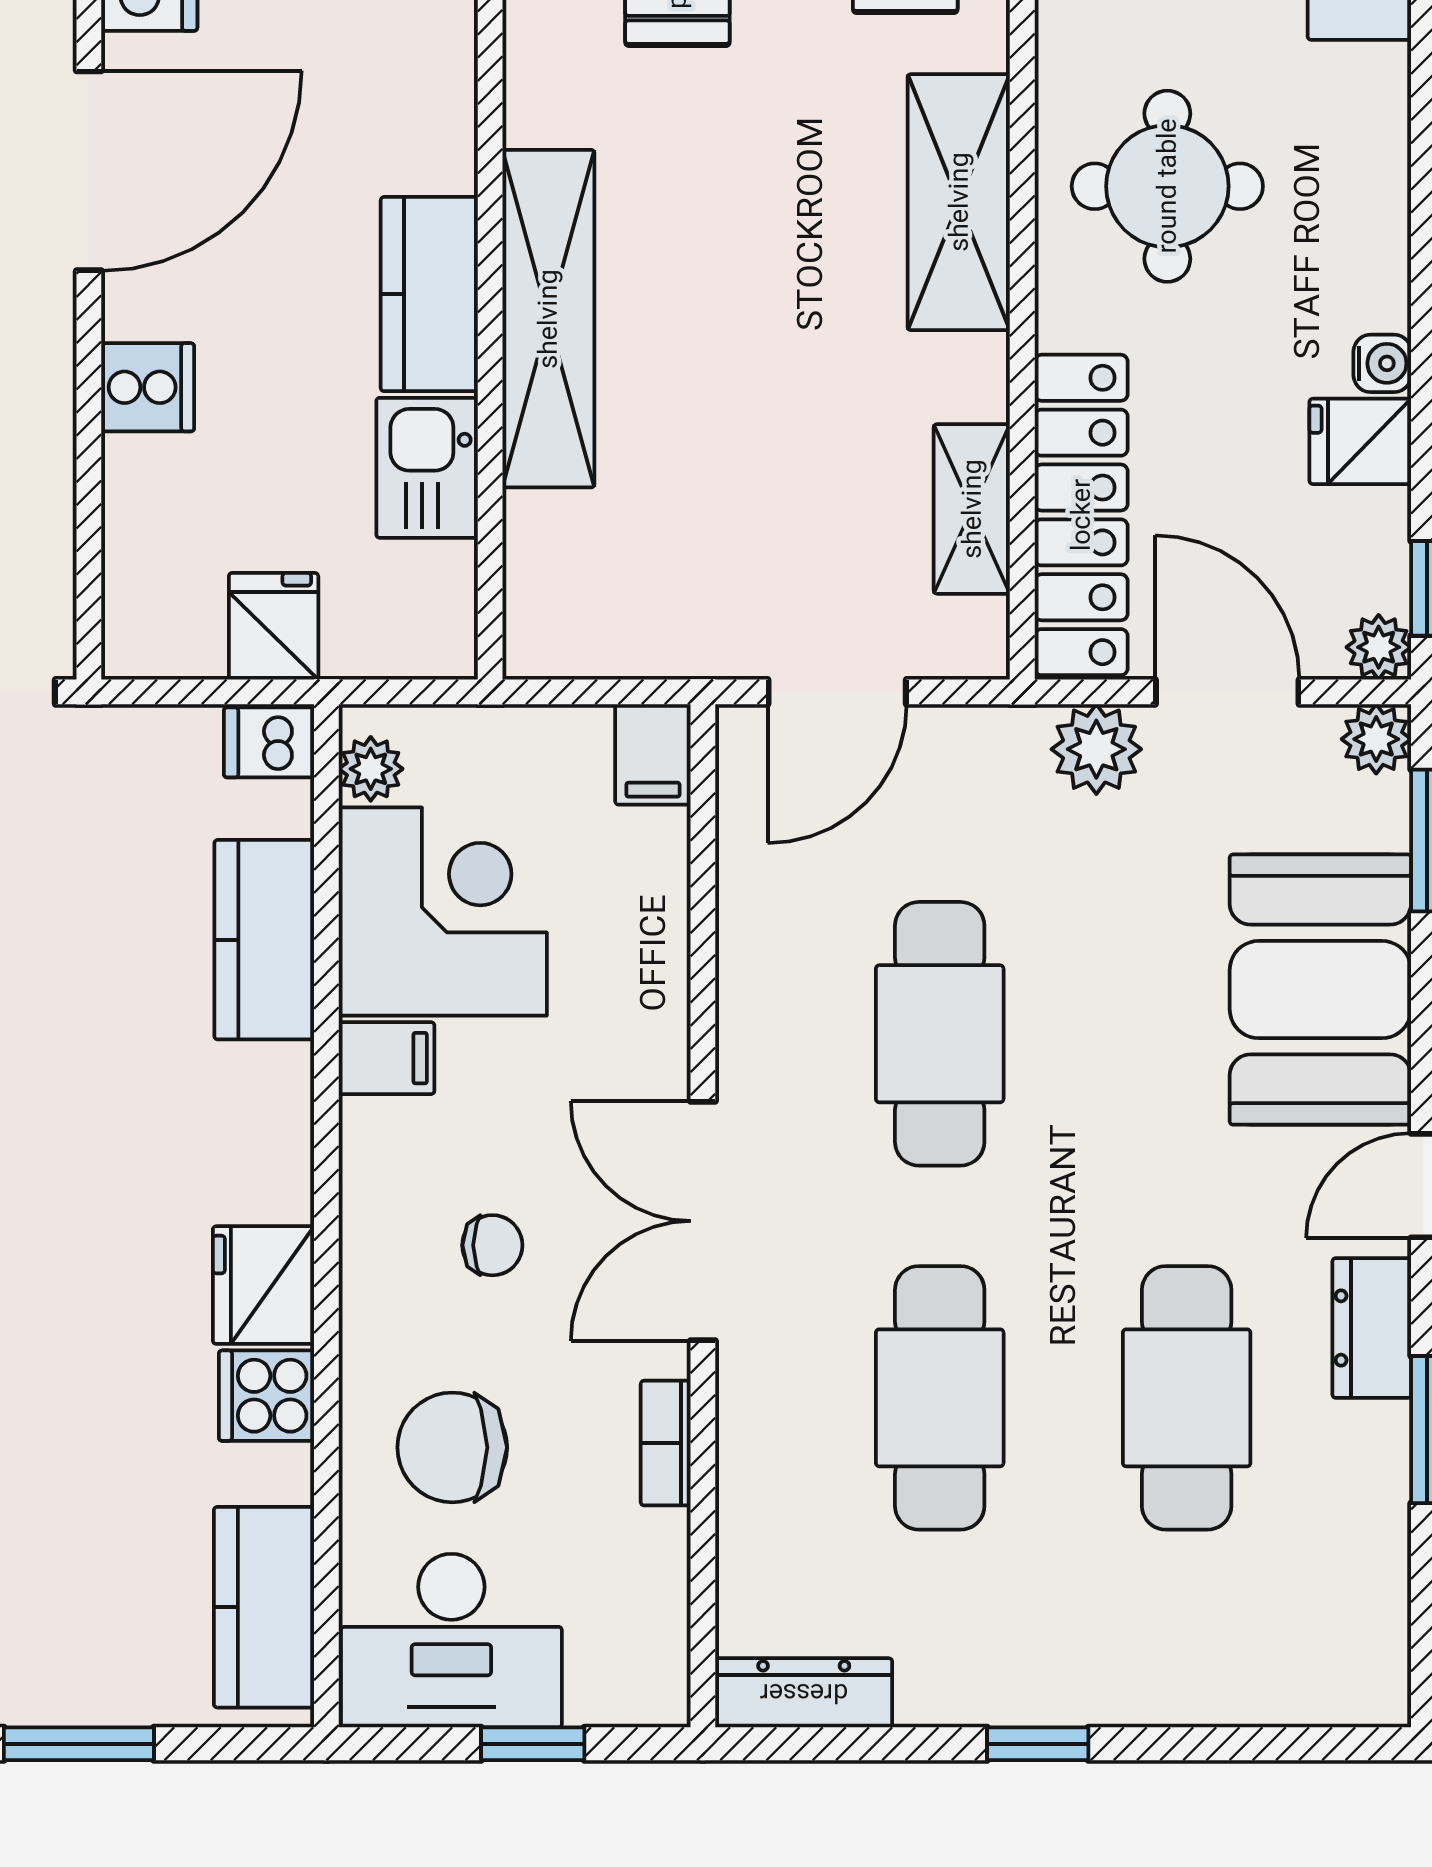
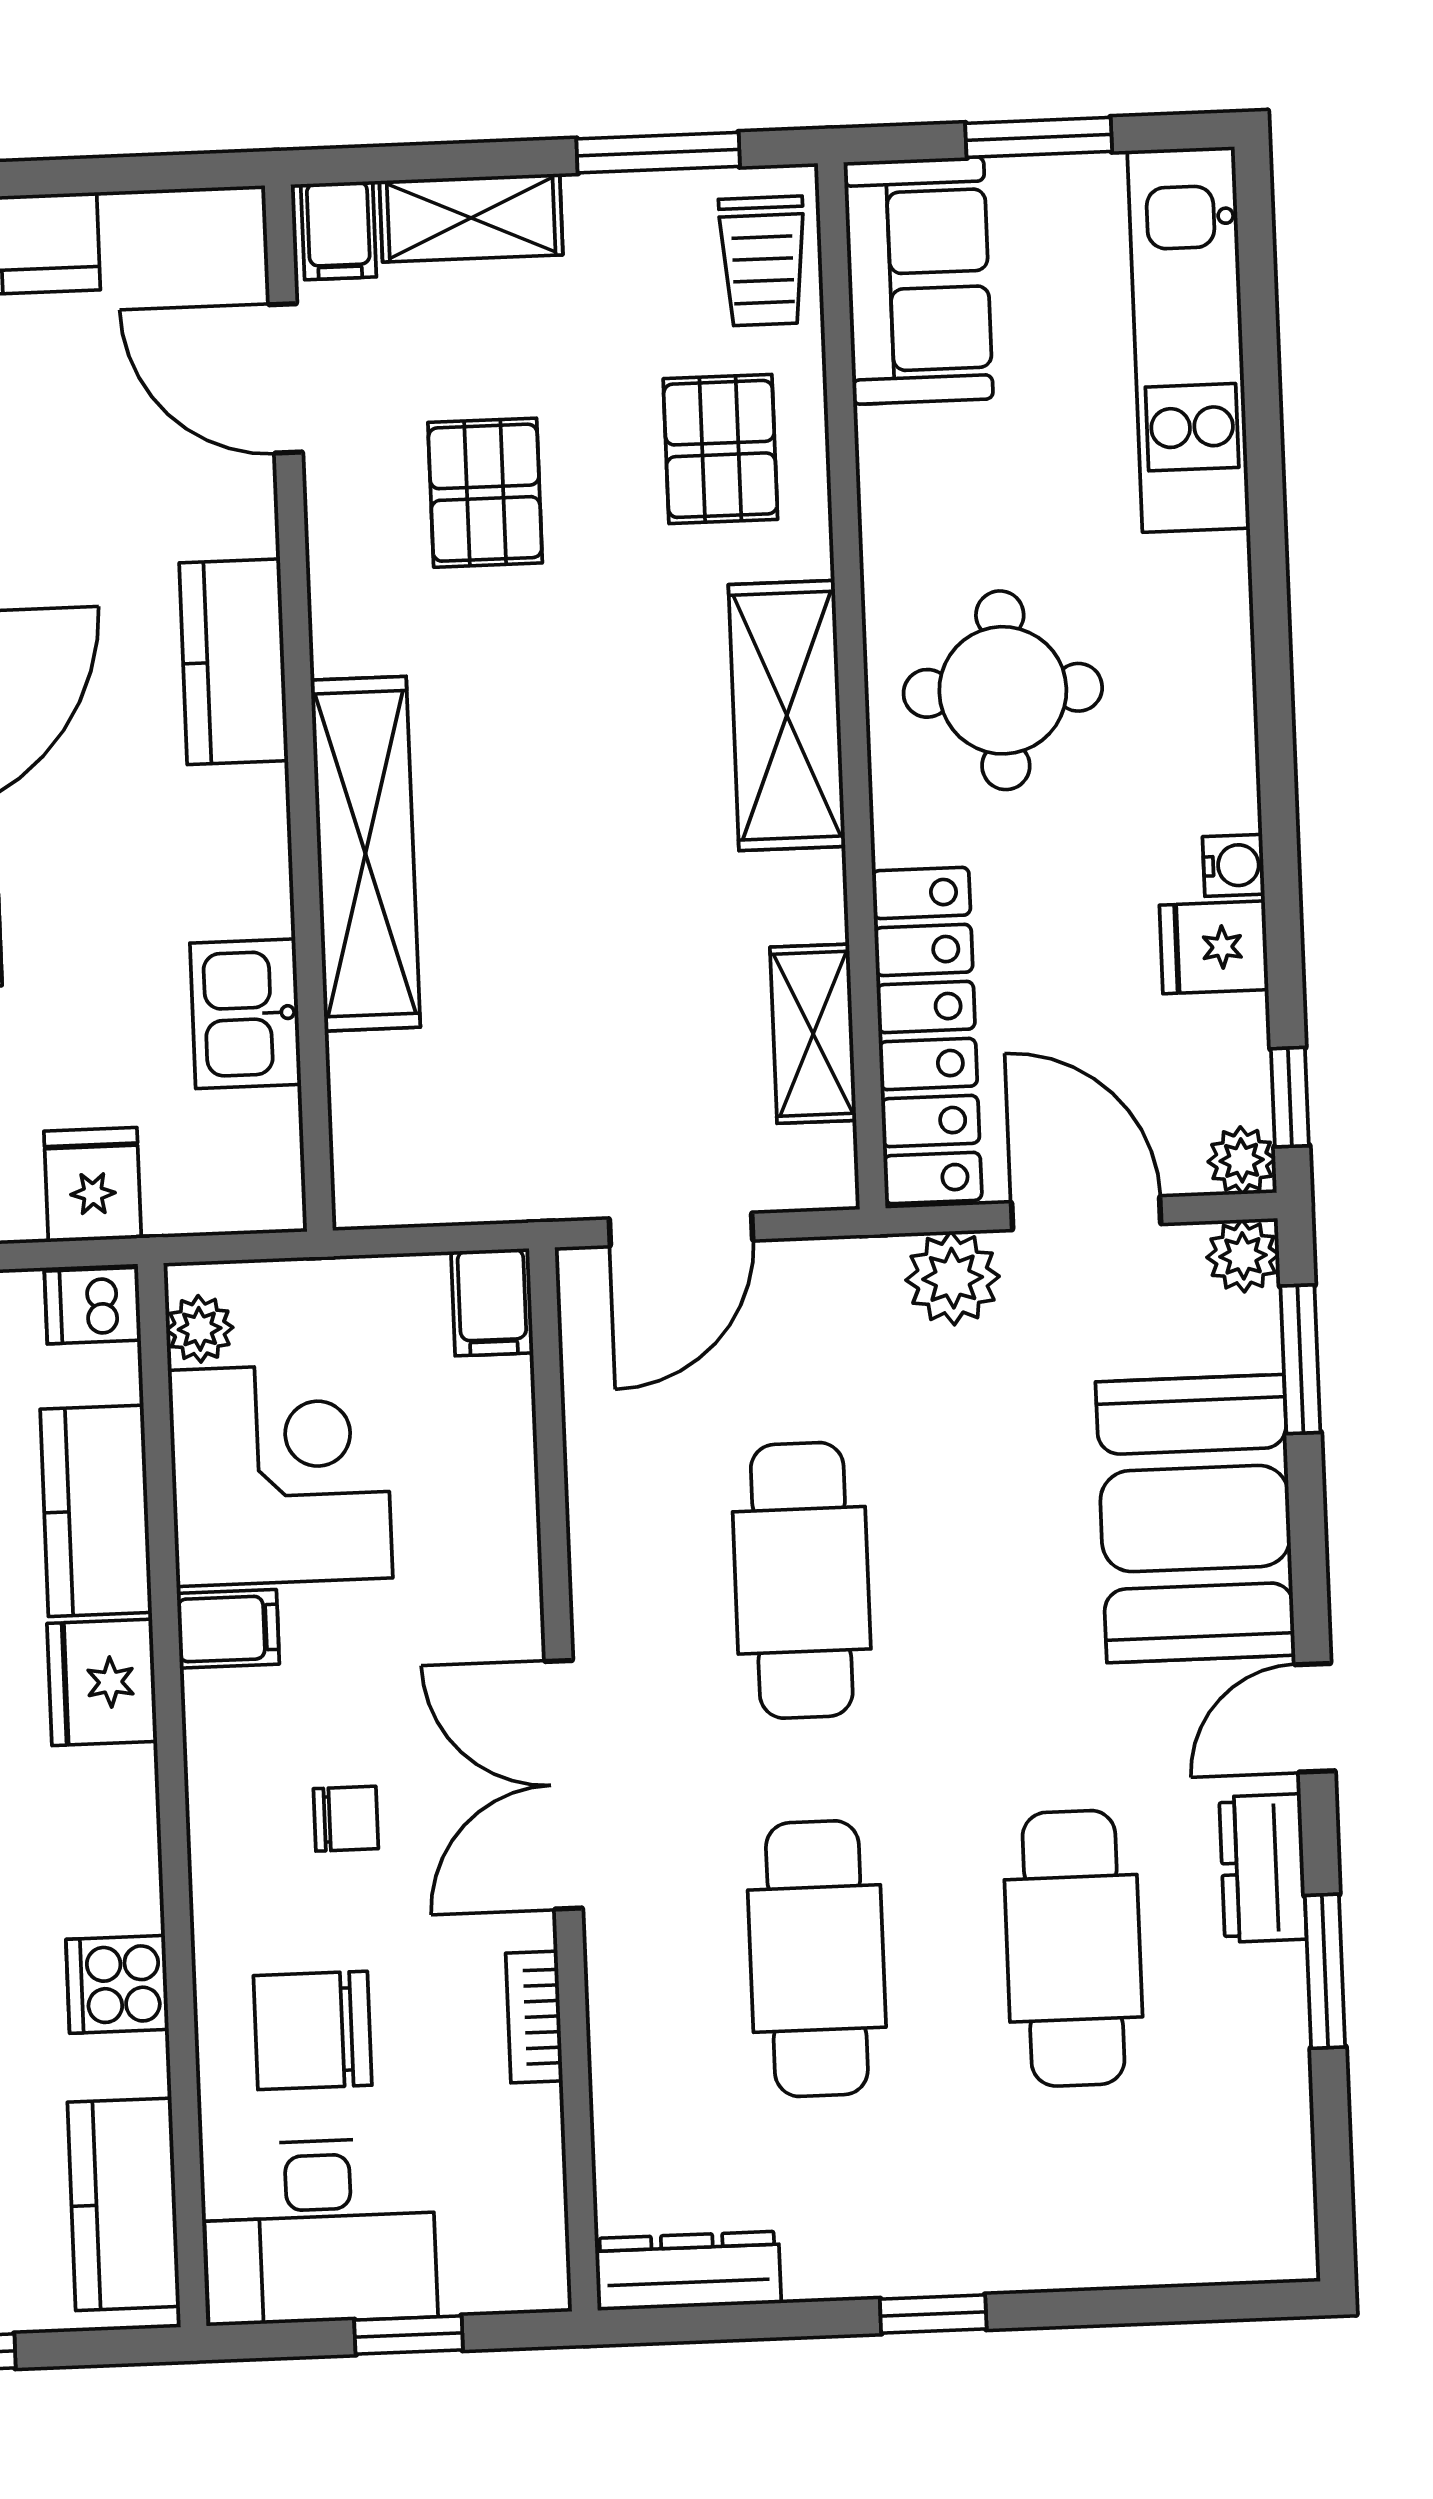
kitchen counter: (429, 294) -> (234, 662), moved
fridge: (263, 1285) -> (102, 1682), moved

